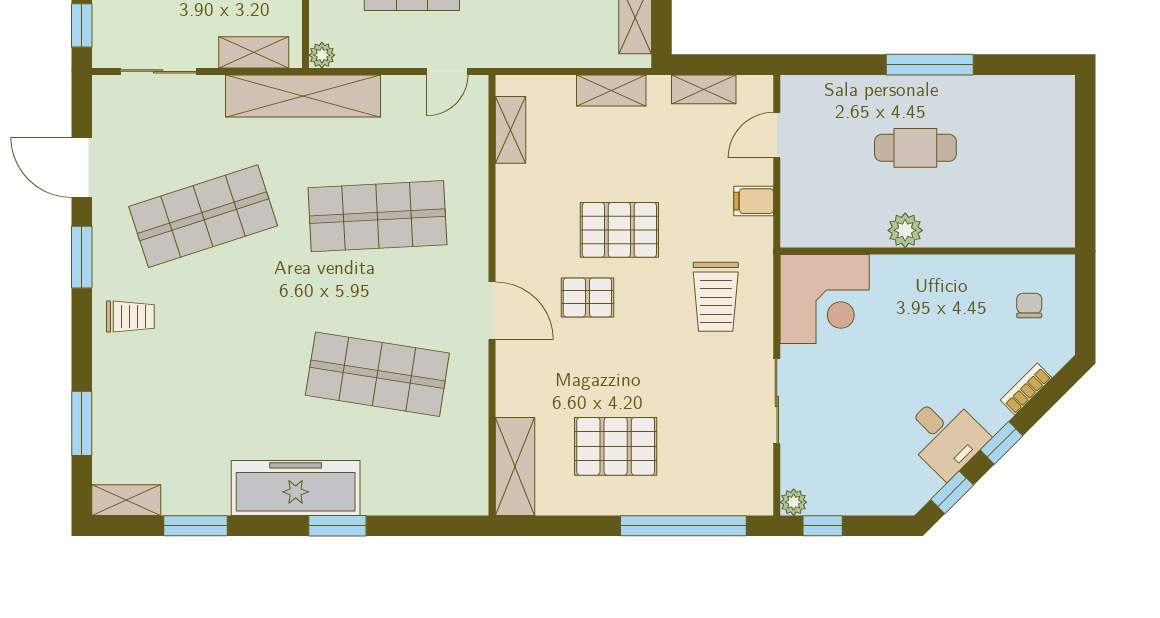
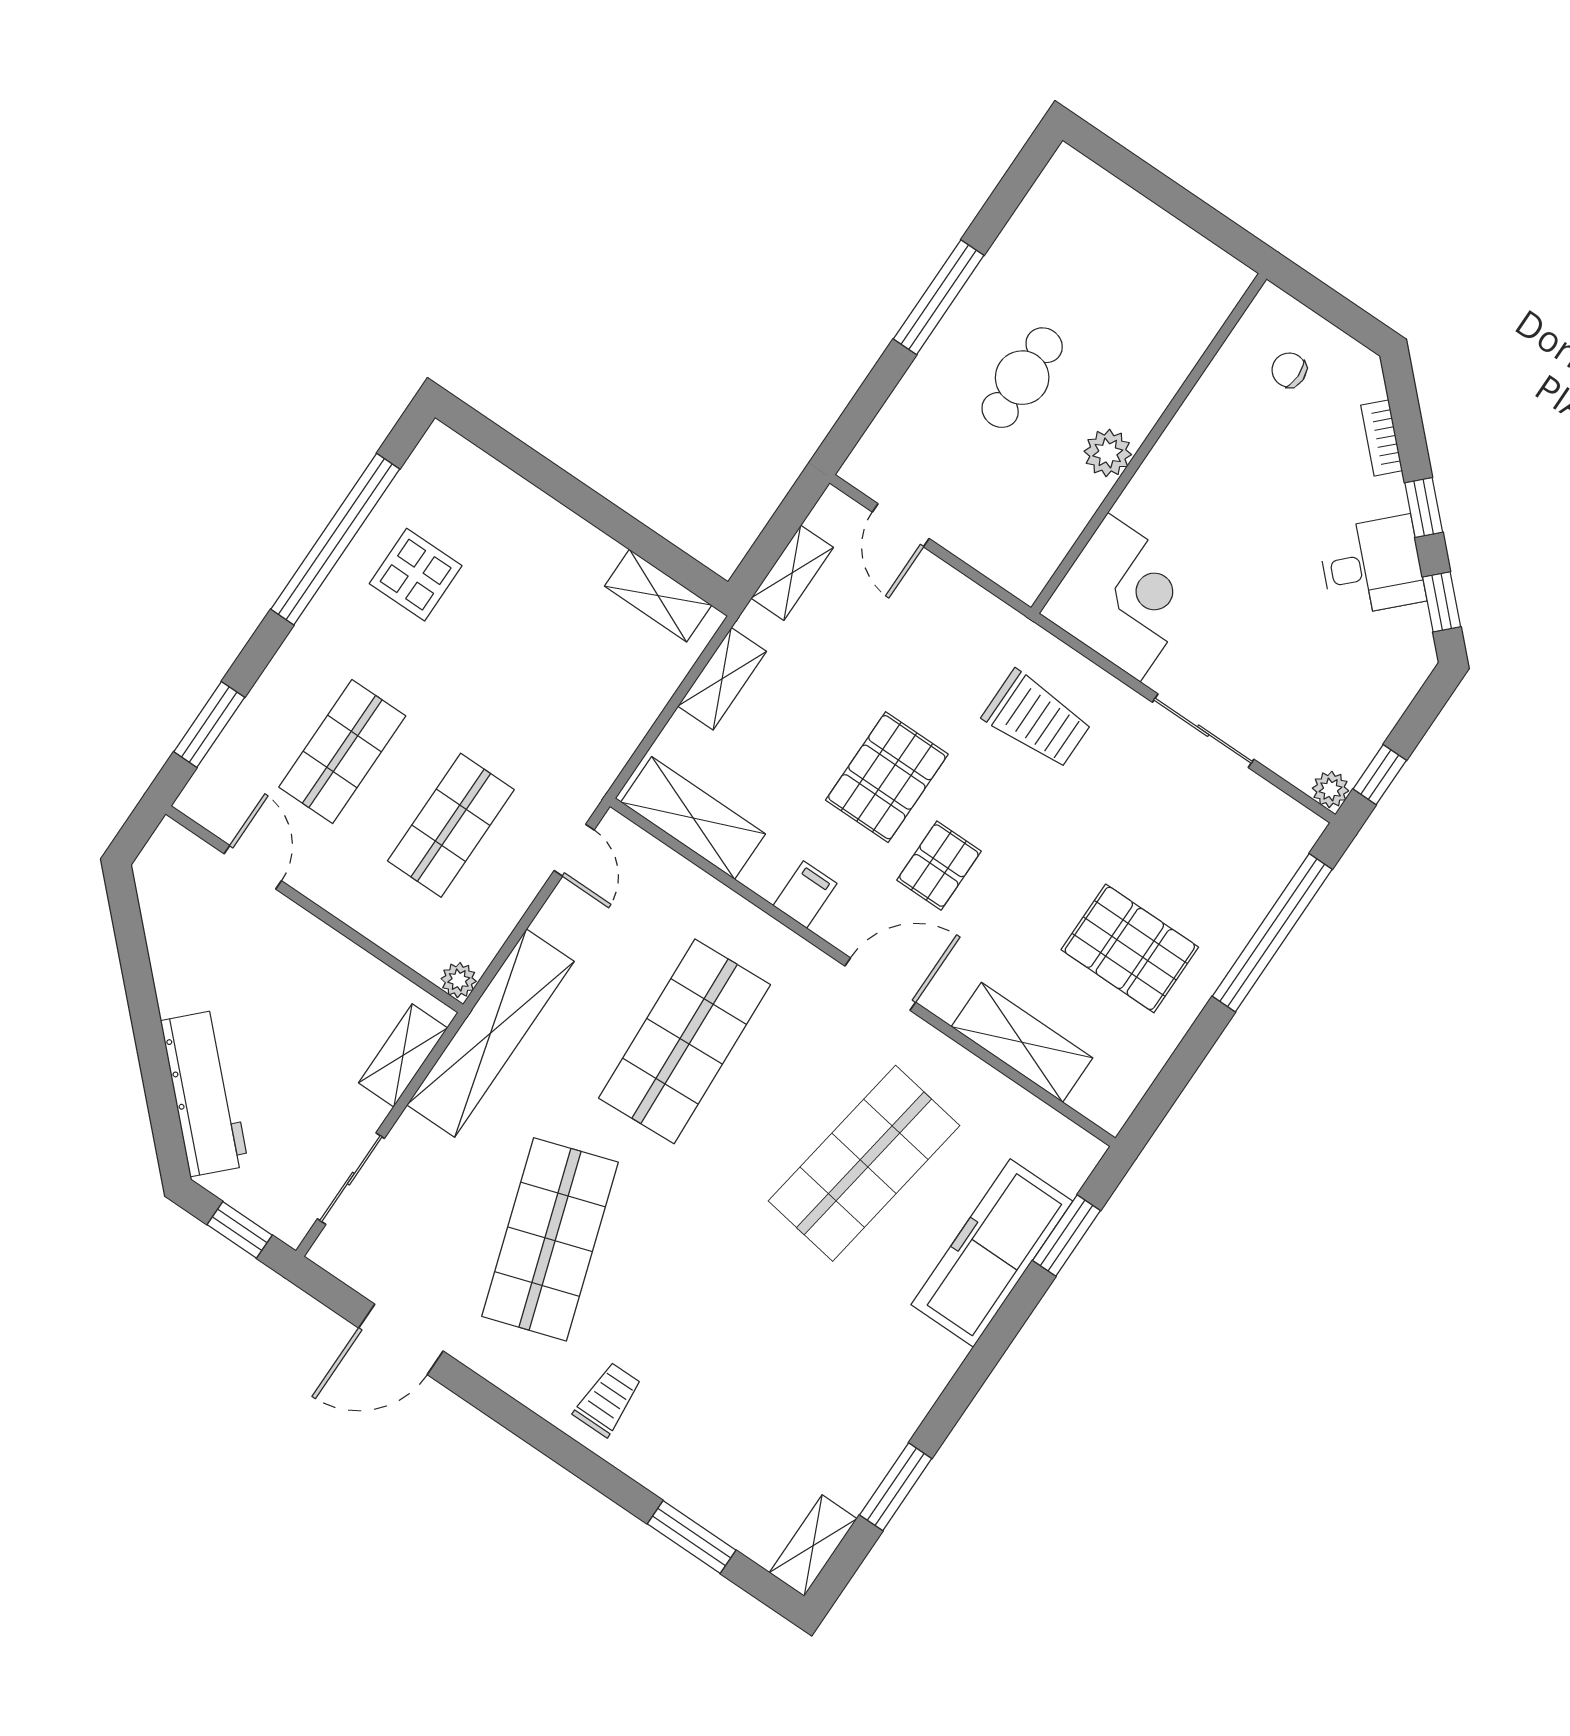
shelving: (510, 130) -> (693, 818), width x1.50, depth x1.33
filing cabinet: (754, 201) -> (805, 895), moved, turned 180
window: (82, 257) -> (503, 1409), removed
pallet: (616, 446) -> (1130, 948), turned 90
shelving: (515, 466) -> (1022, 1042), moved
freezer: (296, 488) -> (992, 1253), moved
window: (337, 526) -> (1066, 1236), moved

